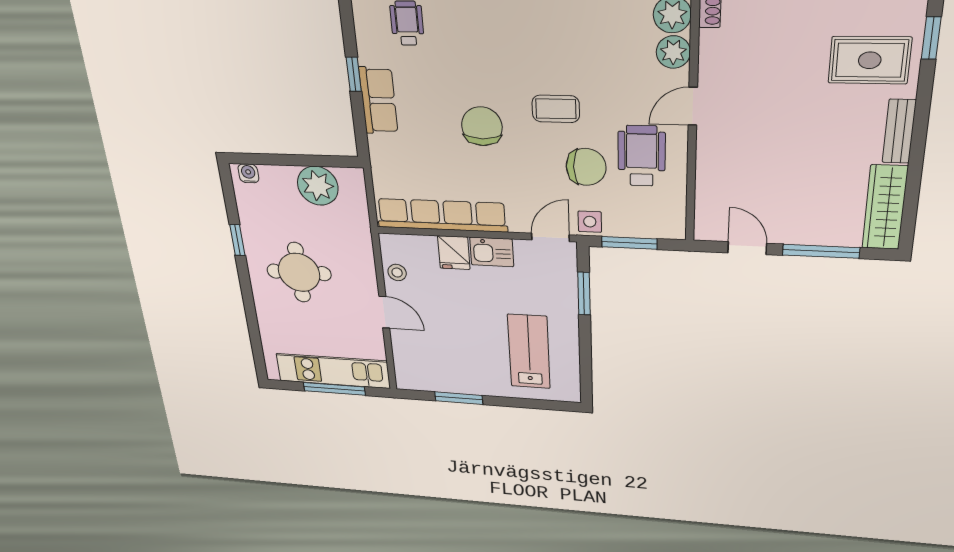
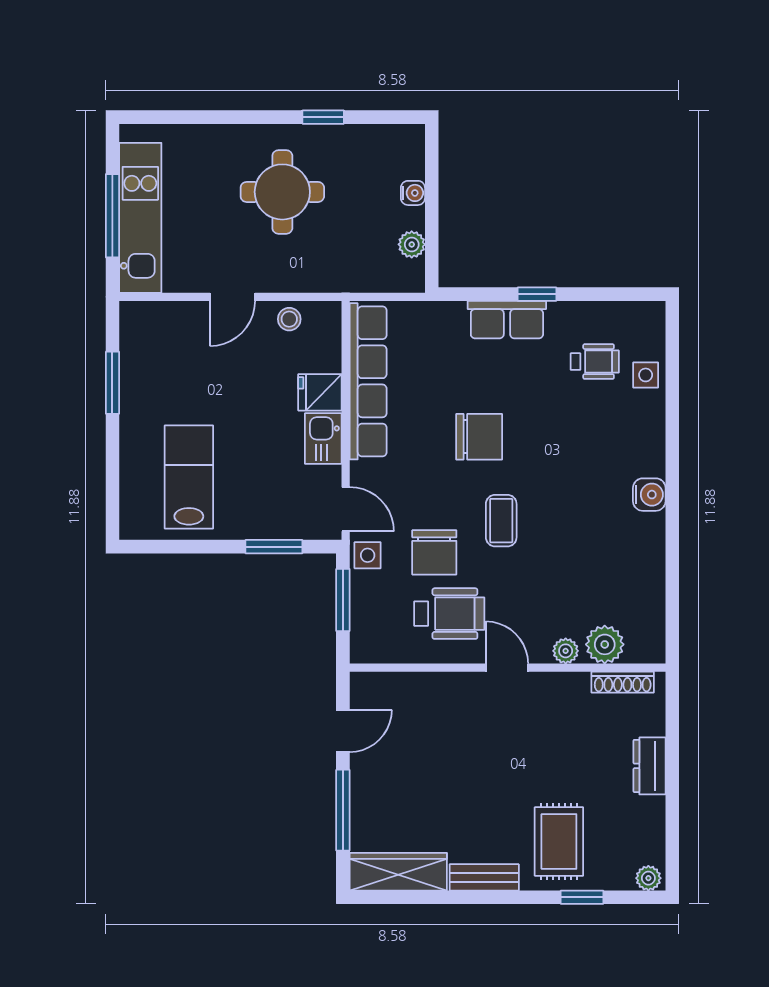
plant: (673, 52) -> (566, 651), width x0.73, depth x0.73
water cooler: (248, 173) -> (413, 193), moved
plant: (318, 186) -> (412, 244), width x0.53, depth x0.53
lab bench: (529, 352) -> (189, 477), turned -90

